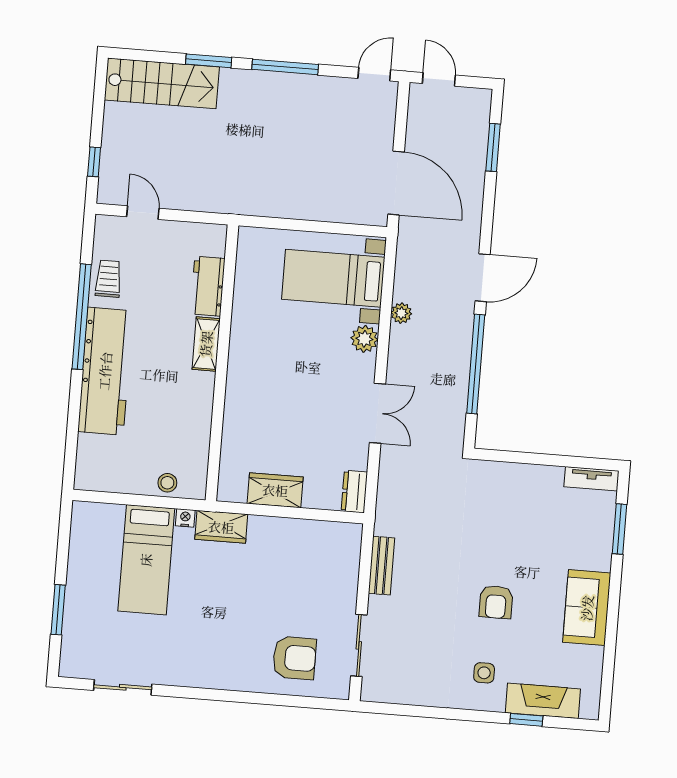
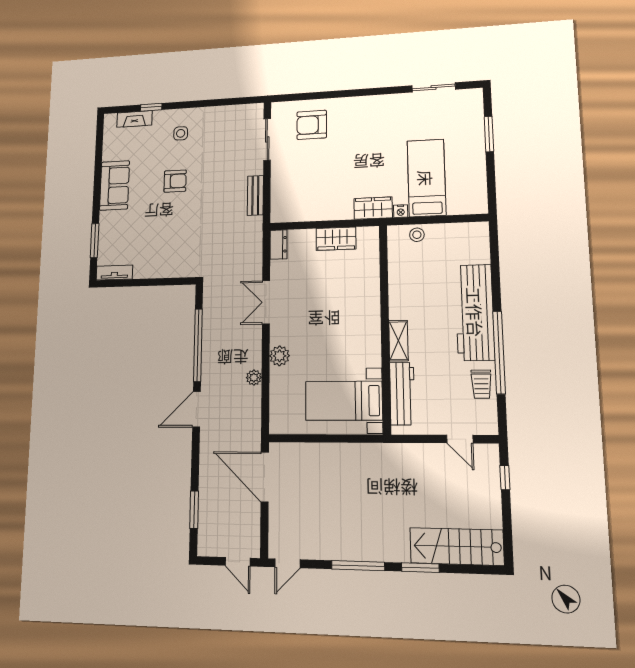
bed with nightstands: (333, 278) -> (344, 401), moved, turned 180
workbench: (208, 286) -> (402, 394), width x1.38
armchair: (496, 602) -> (175, 181), turned 90
fireplace: (543, 701) -> (135, 119), width x0.73, depth x0.76

